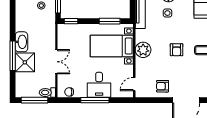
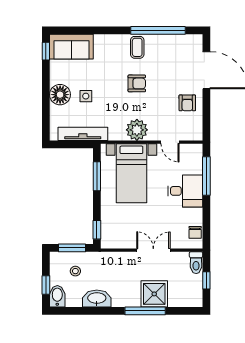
washbasin: (21, 42) -> (97, 299), moved
door: (134, 84) -> (170, 142), moved
window: (35, 100) -> (206, 280), width x0.46
window: (95, 100) -> (206, 176), moved

